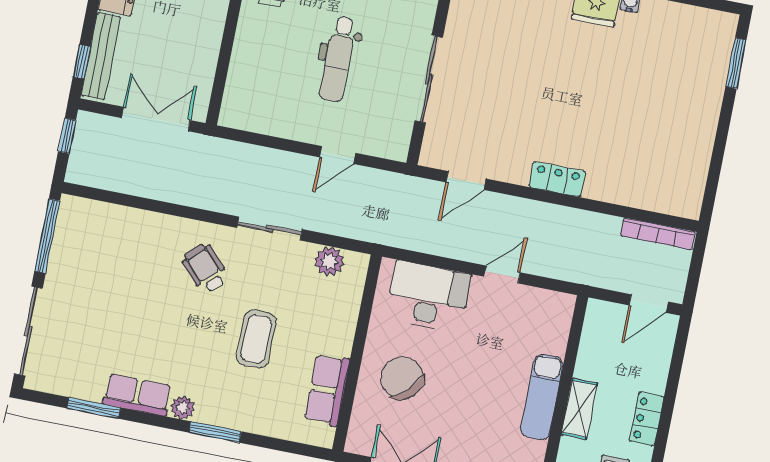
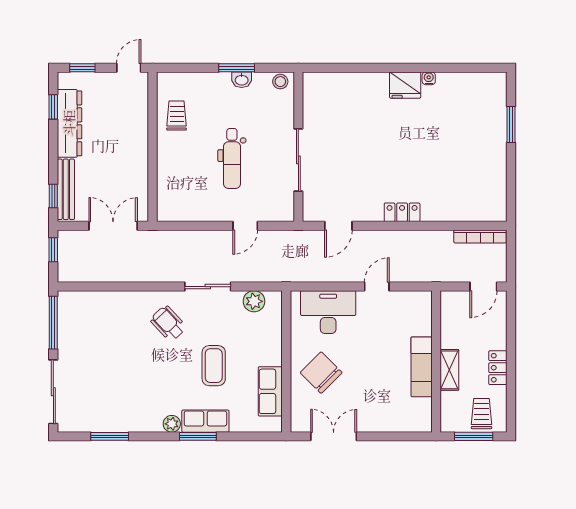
window: (736, 63) -> (511, 125), moved
row of seats: (137, 395) -> (205, 421), moved

